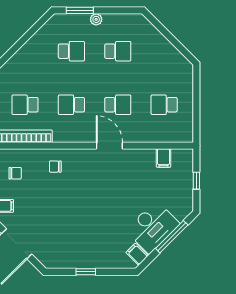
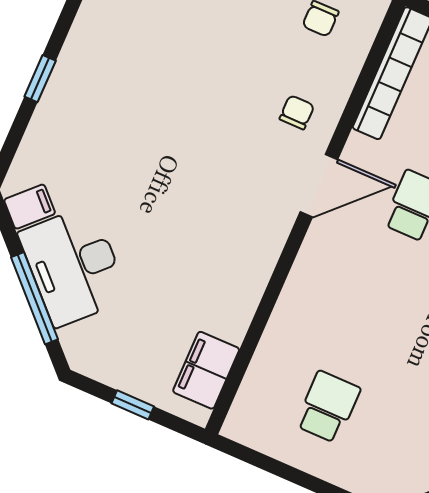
school desk: (118, 105) -> (372, 306), removed
door: (109, 146) -> (319, 186), moved
filing cabinet: (163, 158) -> (206, 370), width x2.00

